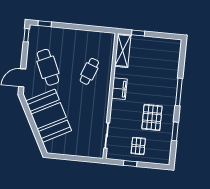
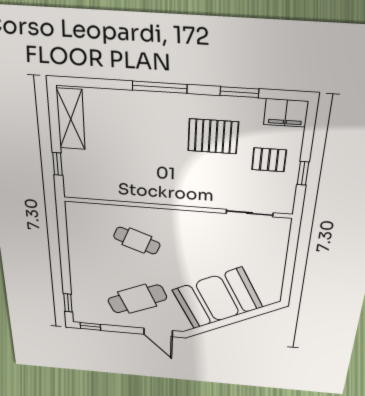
shelving: (123, 51) -> (71, 119), moved, turned 90
filing cabinet: (119, 89) -> (286, 113), moved, turned 180

